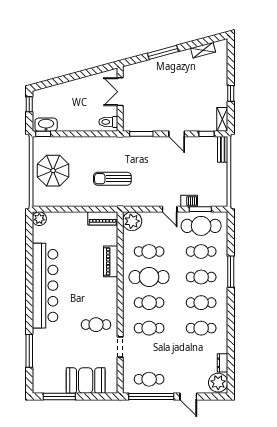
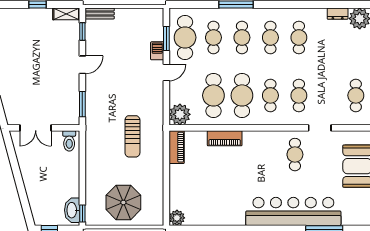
cafe table: (149, 251) -> (213, 95), width x1.37, depth x1.35
bar counter: (45, 286) -> (293, 211), moved

